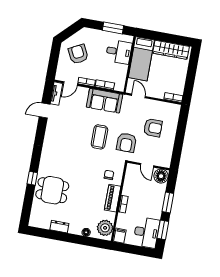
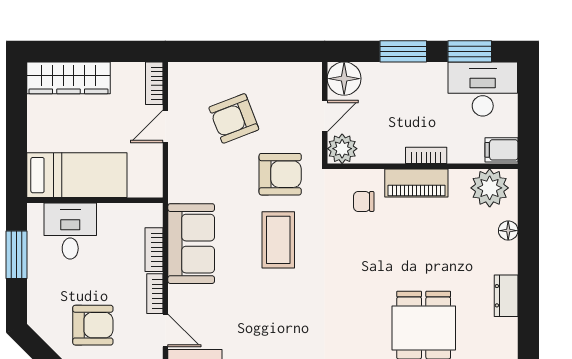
wardrobe: (171, 50) -> (68, 78), moved, turned 90
armchair: (78, 54) -> (93, 325), turned -153
door: (138, 96) -> (165, 126), moved
armchair: (153, 128) -> (234, 118), turned -111
coffee table: (99, 137) -> (278, 240), turned 90
plant: (132, 170) -> (342, 149), added

